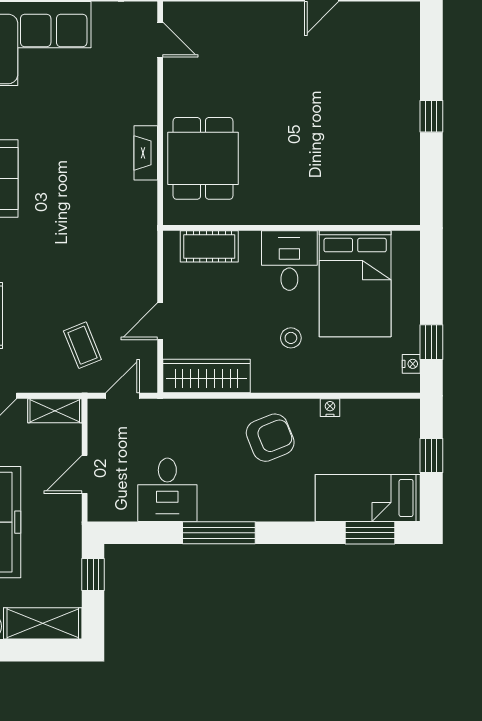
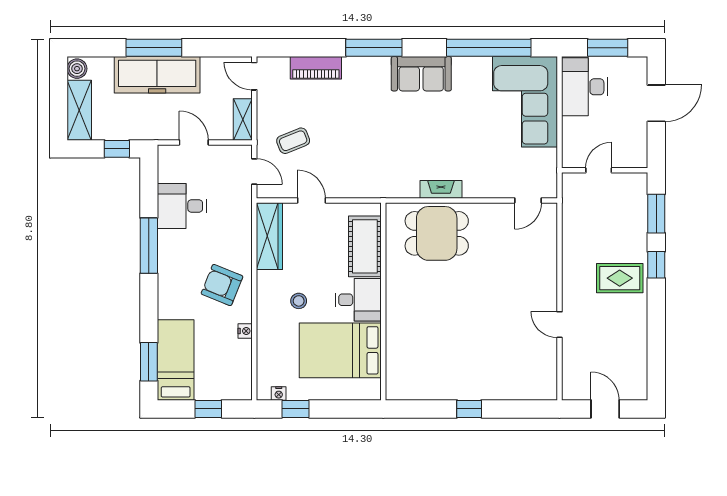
cot: (209, 246) -> (365, 246), width x1.37, depth x1.34
armchair: (270, 438) -> (222, 285), turned 134

